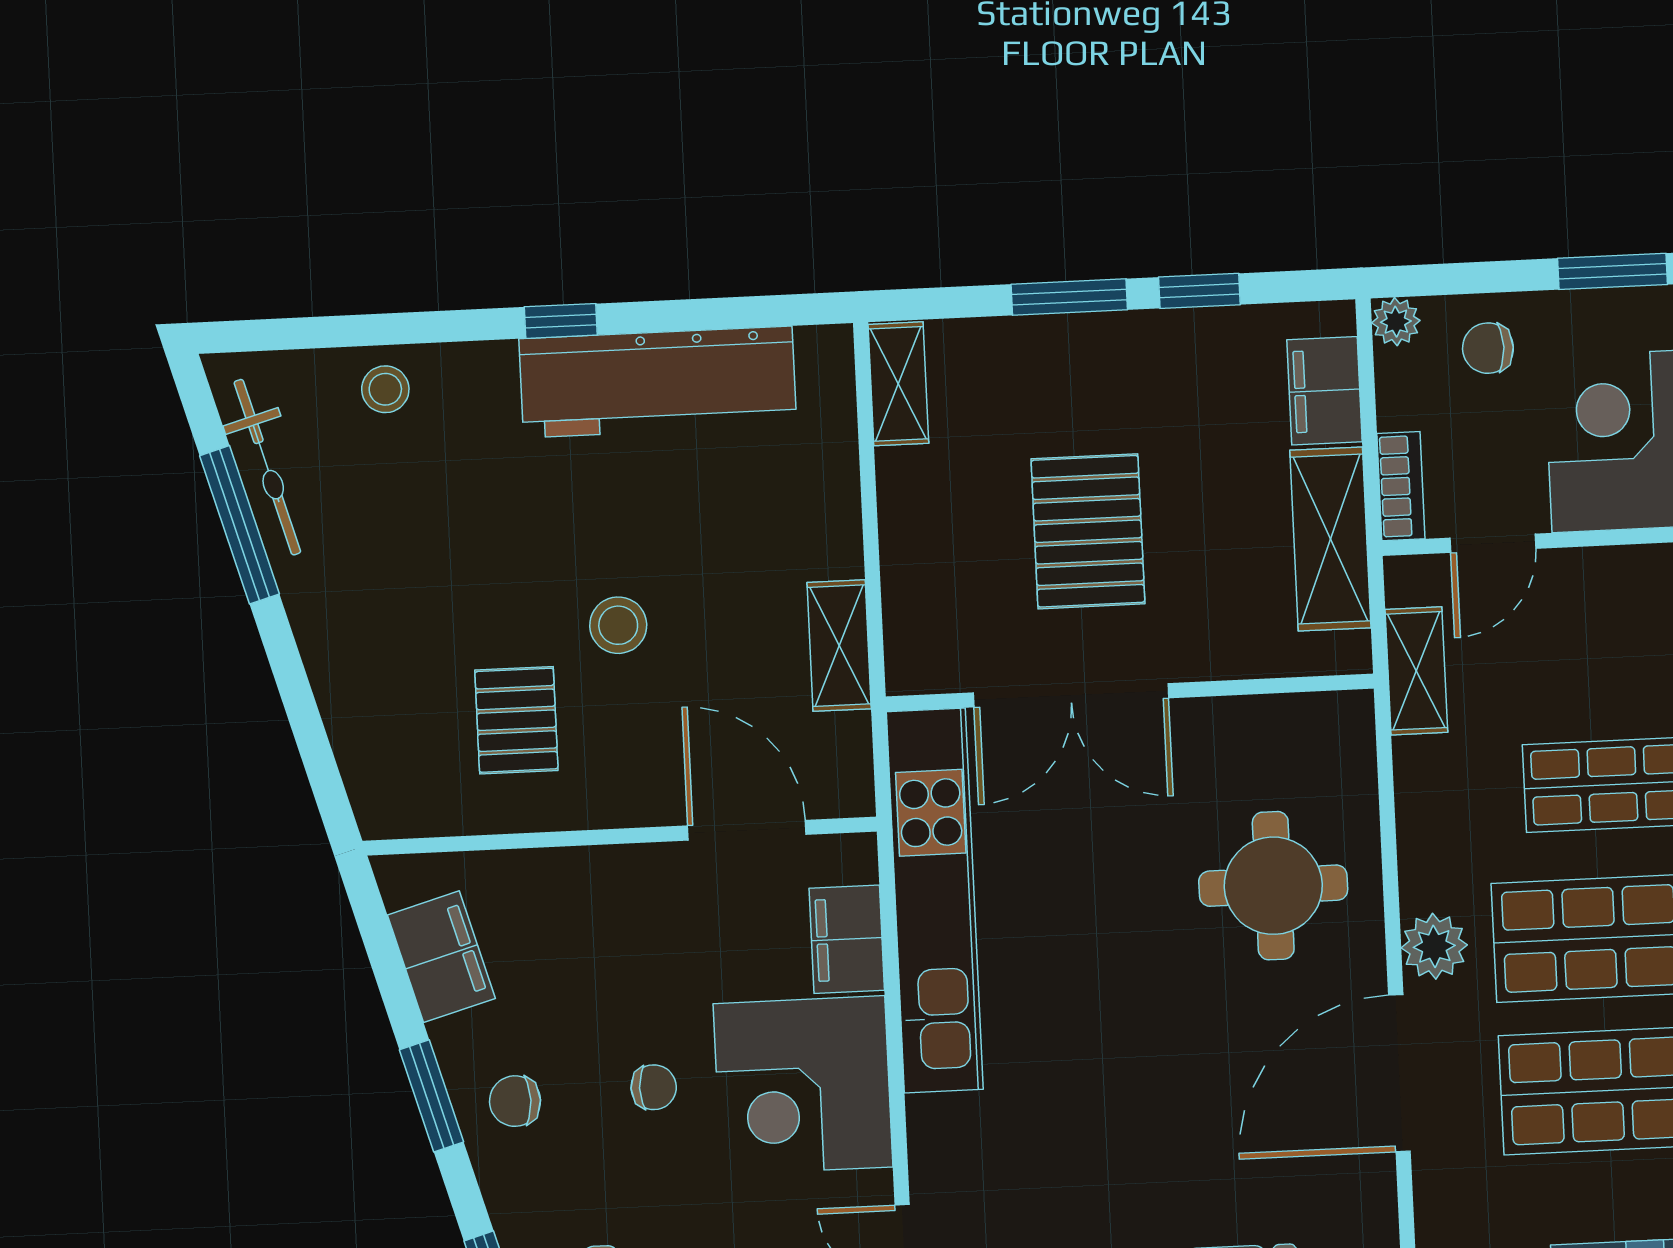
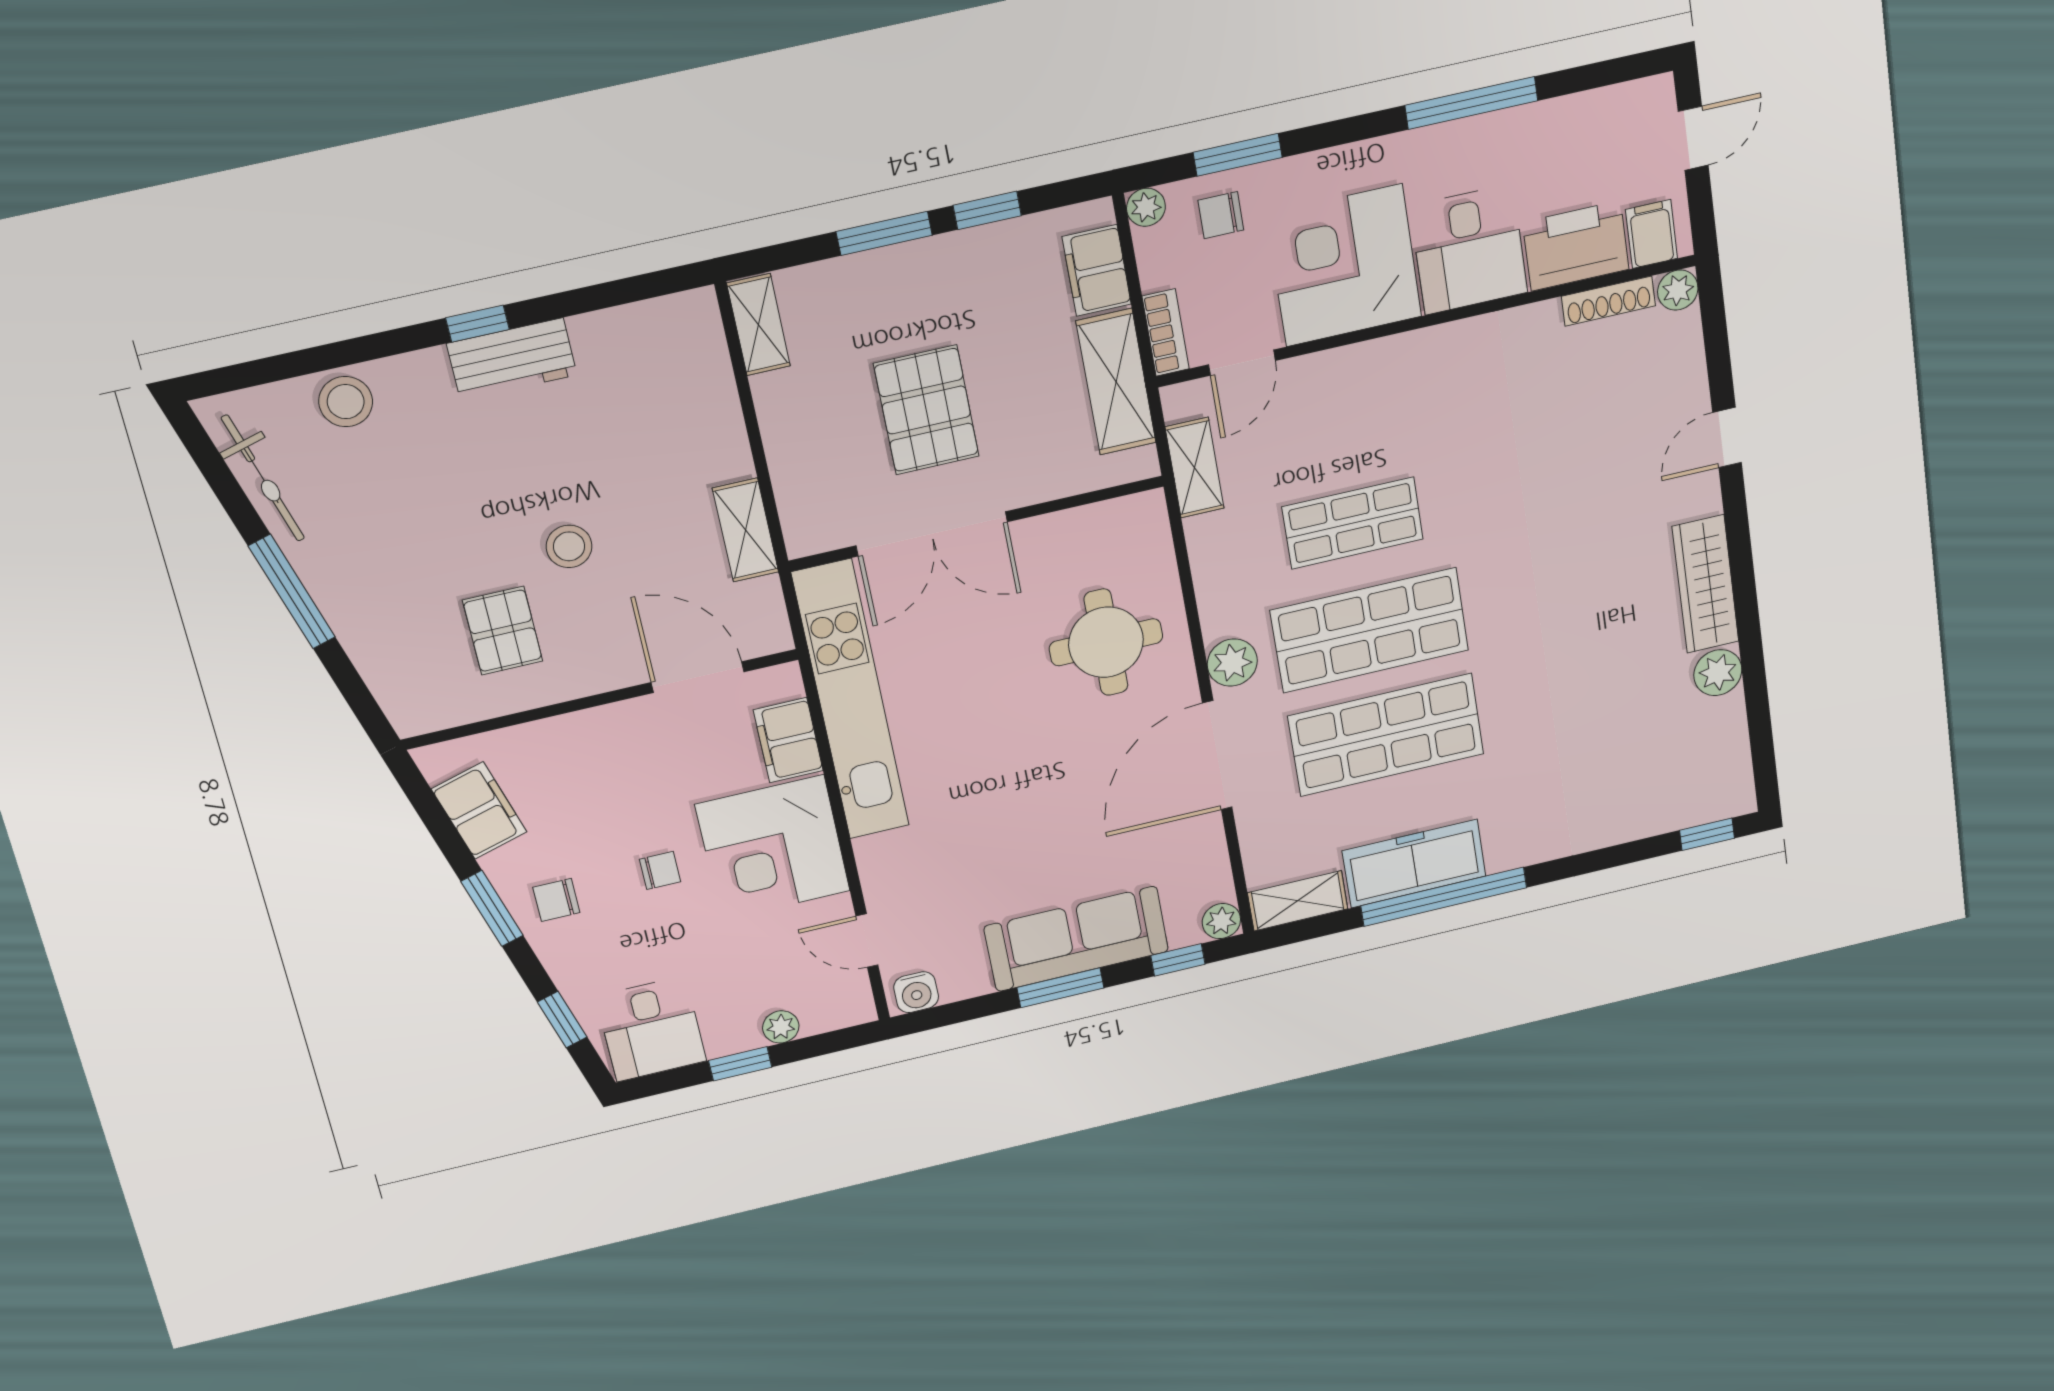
window: (1613, 271) -> (1238, 155), moved
workbench: (658, 382) -> (512, 359), width x0.53, depth x0.76
stool: (385, 389) -> (346, 402), width x1.37, depth x1.37
window: (239, 525) -> (292, 592), moved

